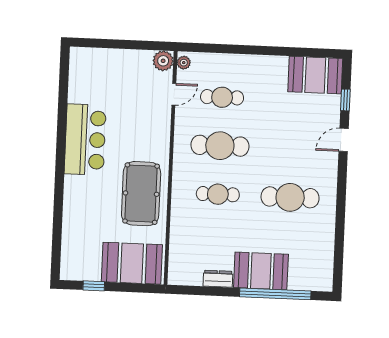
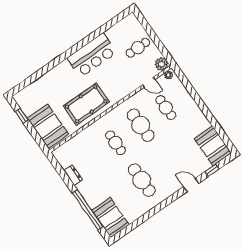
cafe table: (120, 75) -> (138, 48), added
booth: (261, 271) -> (110, 218), moved

